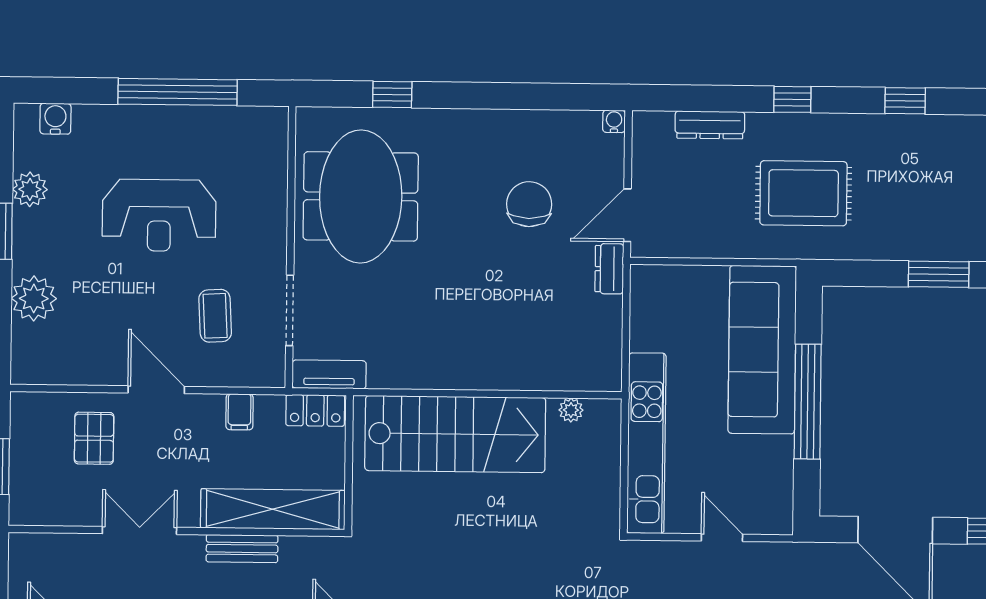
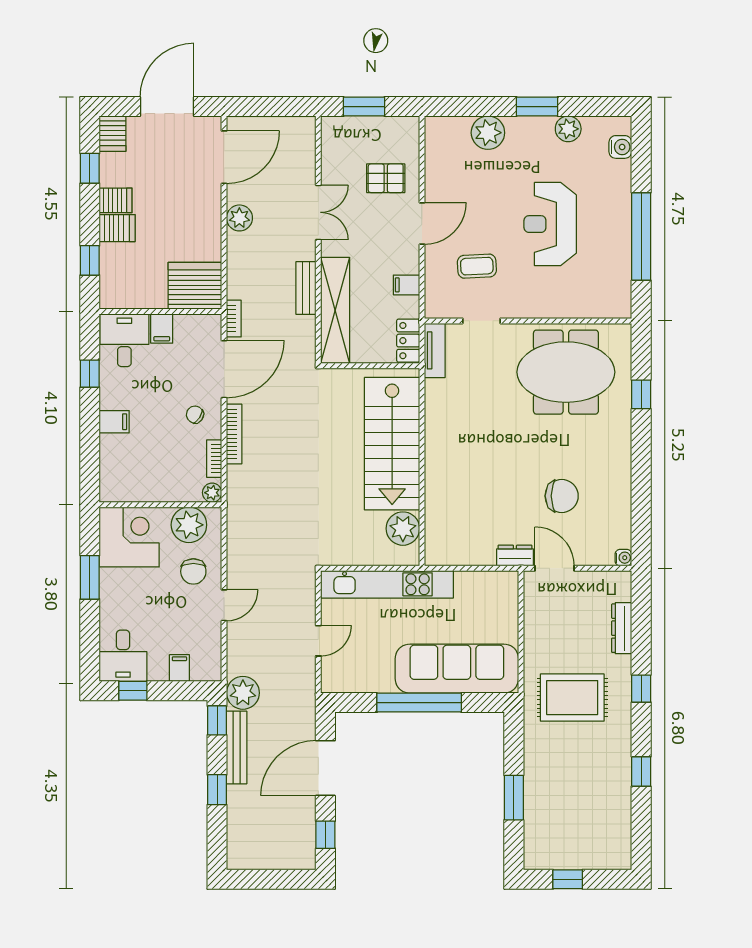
rug: (803, 193) -> (572, 698), turned 90
doorway: (290, 310) -> (481, 321), width x0.73
plant: (571, 410) -> (403, 529), width x1.88, depth x1.88

